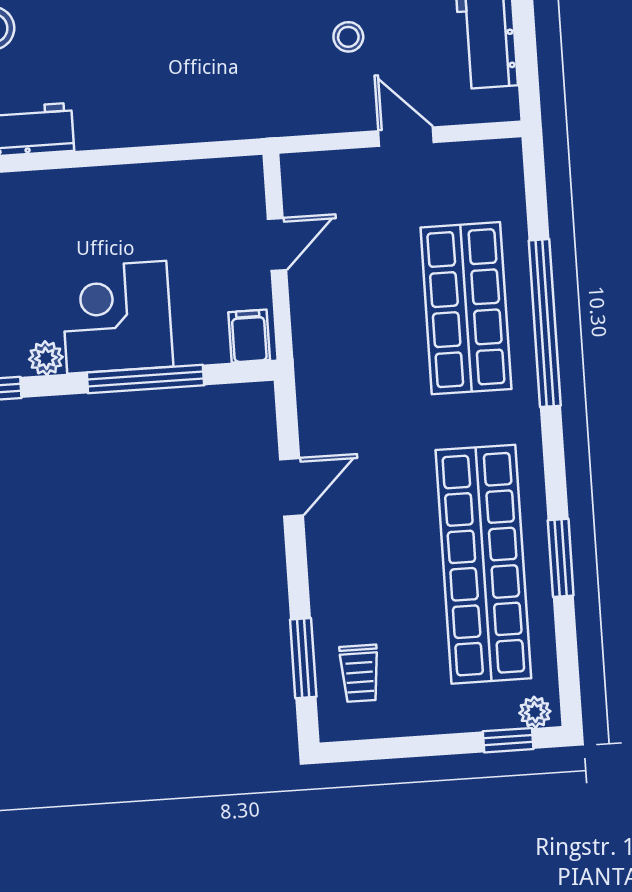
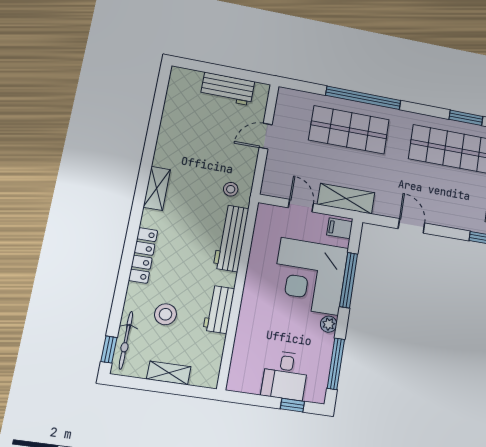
stool: (348, 37) -> (231, 189), moved
workbench: (175, 118) -> (231, 238), added
corner desk: (117, 317) -> (310, 276), width x1.36, depth x1.36
shelving: (316, 335) -> (346, 199), added

